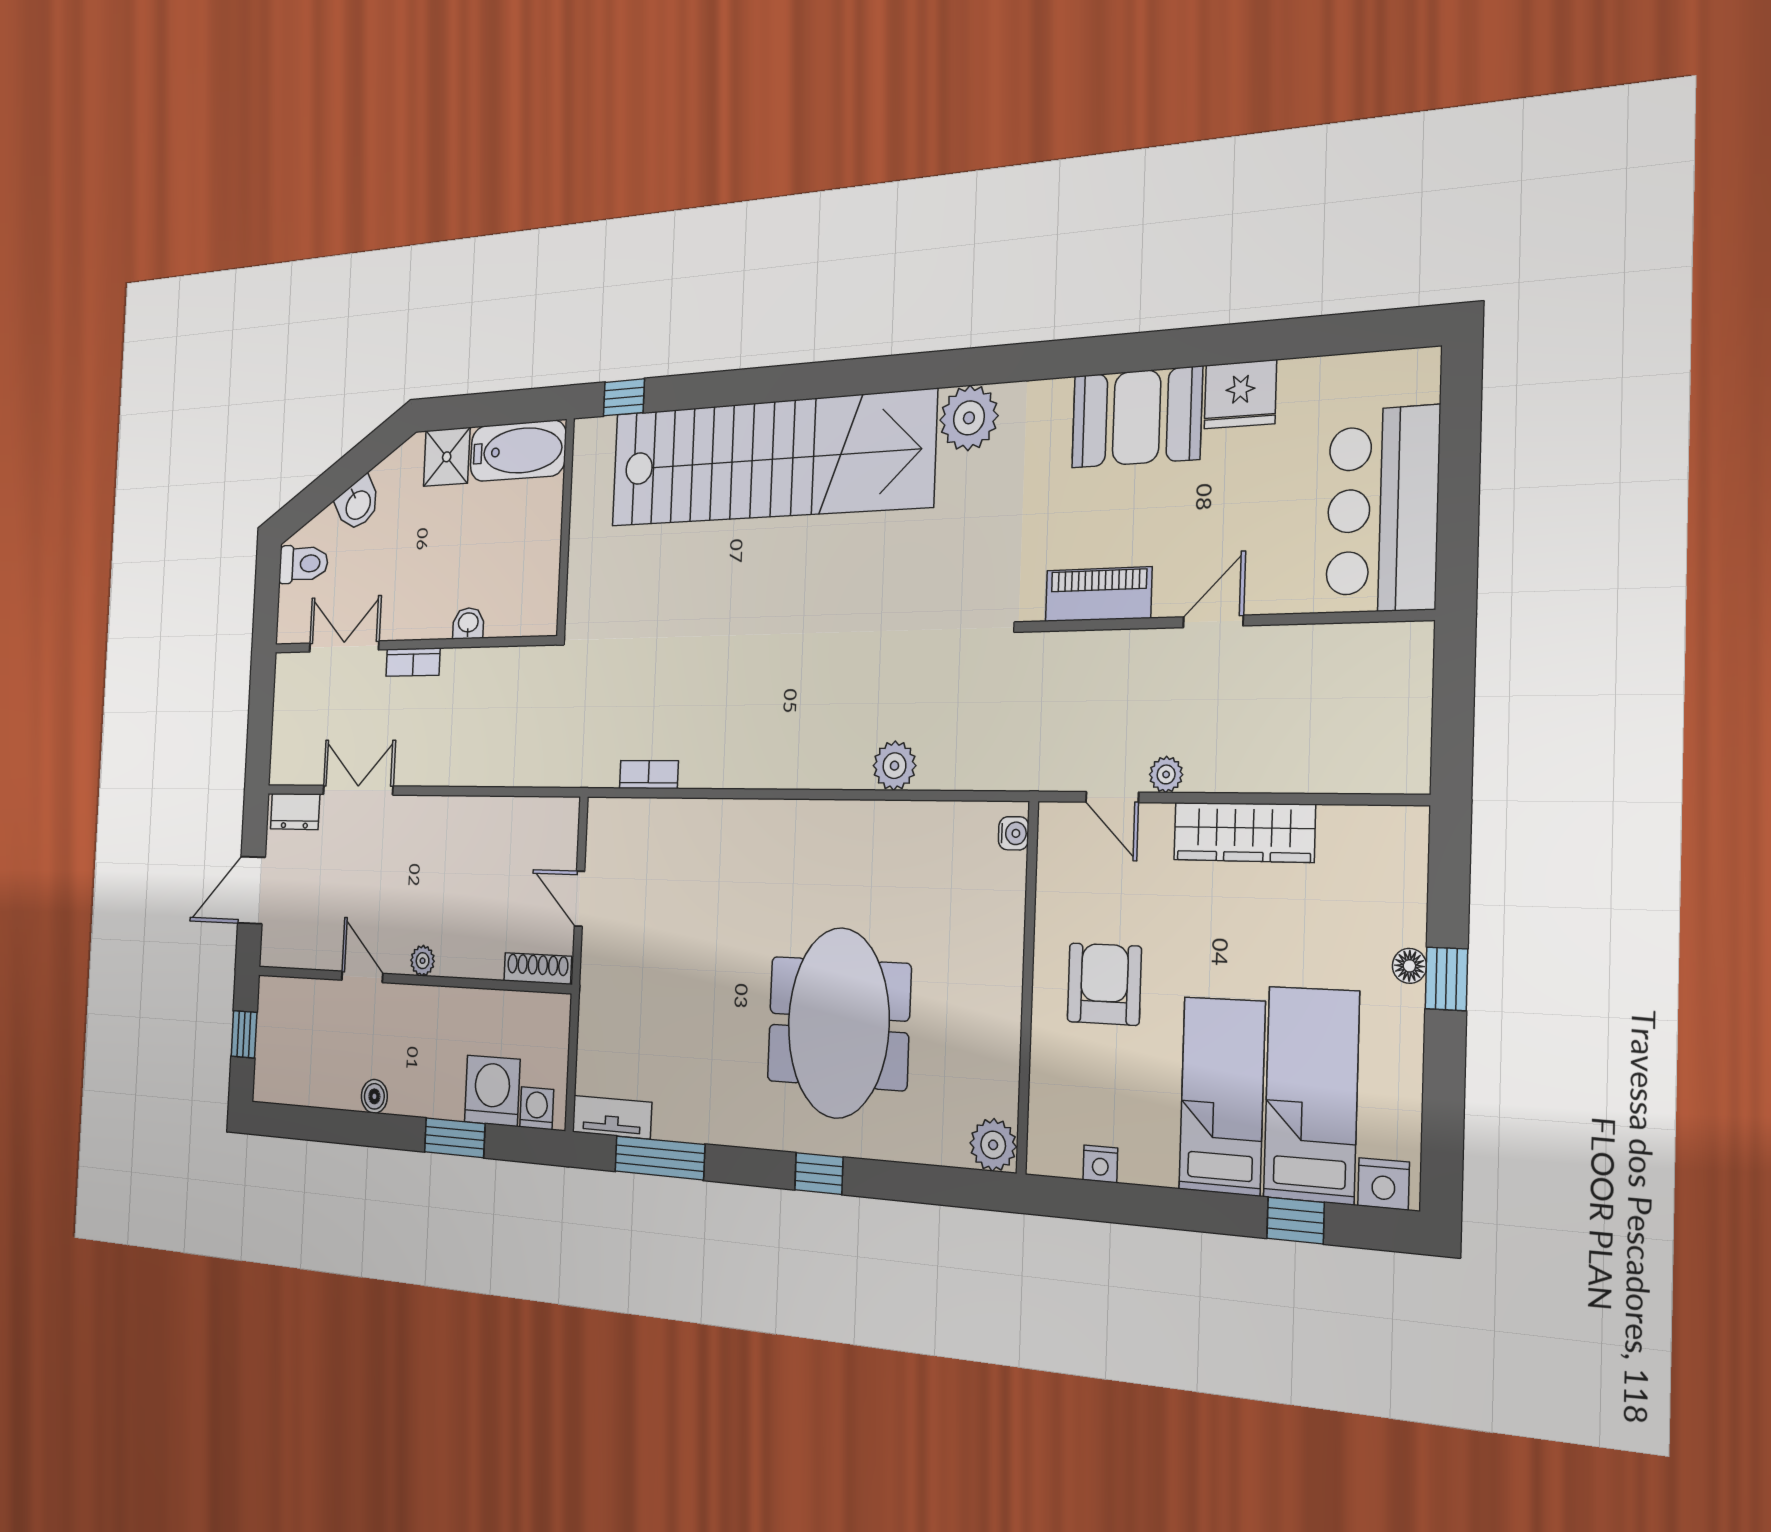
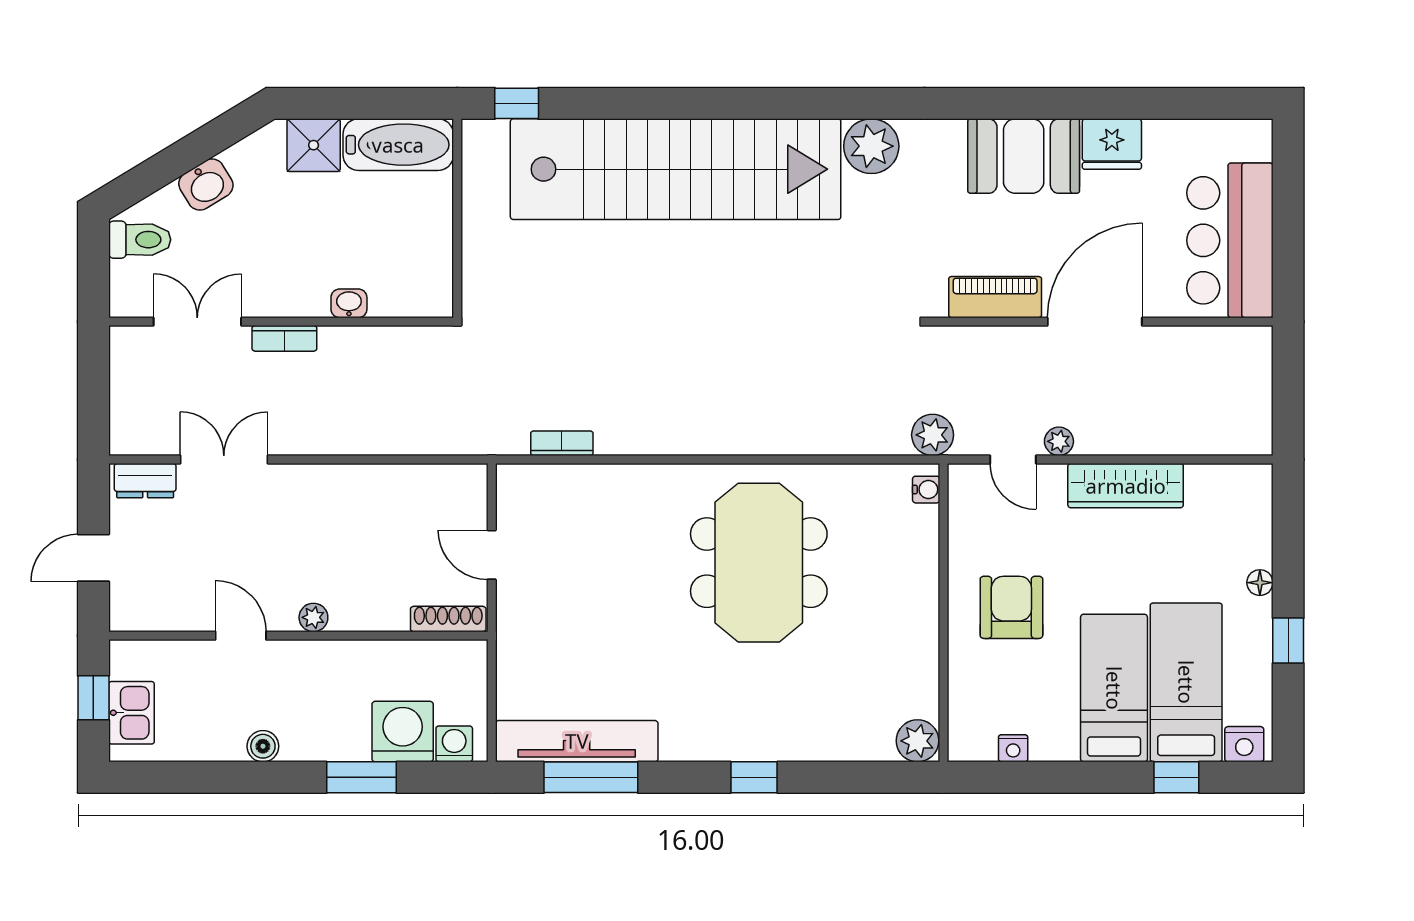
door: (1213, 621) -> (1095, 322), width x1.87
plant: (894, 766) -> (933, 435), moved
door: (251, 890) -> (93, 558), width x0.73
window: (1446, 979) -> (1288, 641), moved
meeting table: (838, 1023) -> (759, 563), moved
kitchen sink: (272, 1052) -> (132, 713), added
tv unit: (612, 1117) -> (577, 741), width x1.92, depth x1.29

